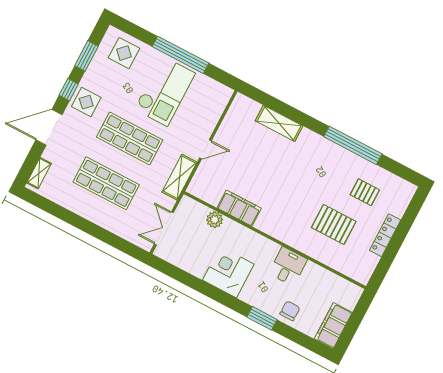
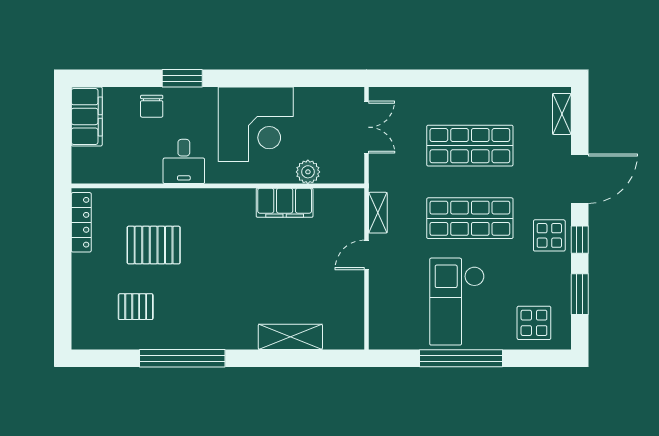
shelving: (179, 177) -> (378, 213), width x0.67, depth x0.75
locker: (385, 235) -> (81, 222), moved
corner desk: (228, 272) -> (256, 124), width x1.36, depth x1.36

